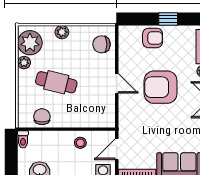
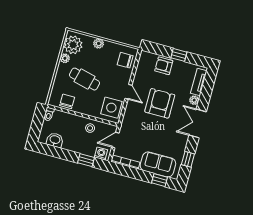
armchair: (153, 38) -> (164, 66), turned 180
armchair: (161, 87) -> (160, 103), turned 90
side table: (100, 109) -> (111, 108), added

